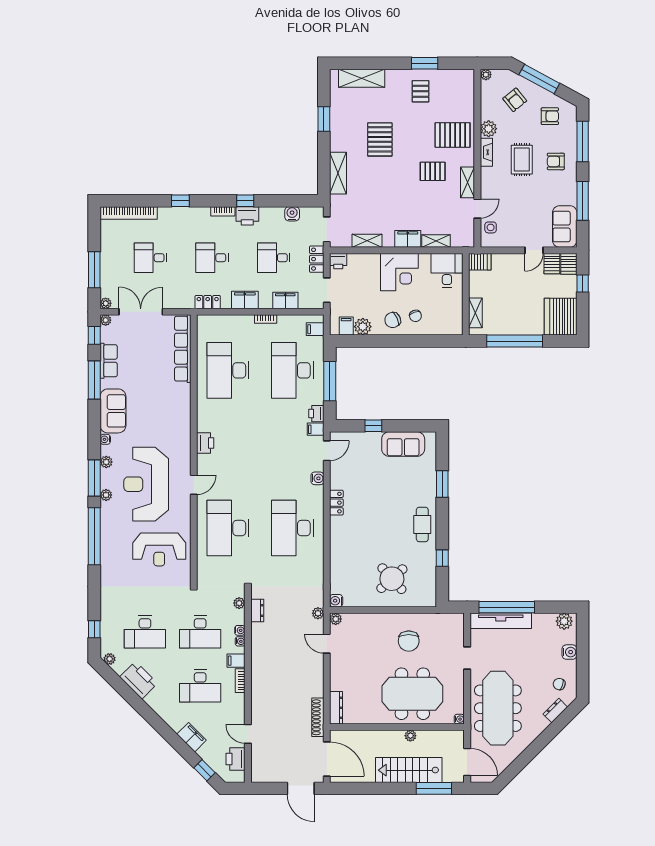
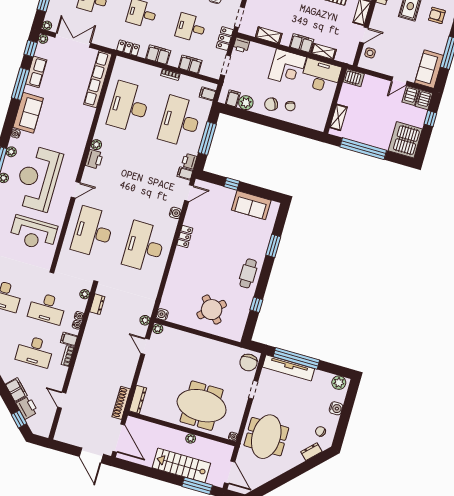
desk: (447, 270) -> (321, 76), width x1.37
plant: (203, 425) -> (96, 145), added
chair: (409, 641) -> (248, 362), moved
meeting table: (498, 708) -> (266, 437), width x0.73
printer: (236, 759) -> (27, 408), moved, turned 135

